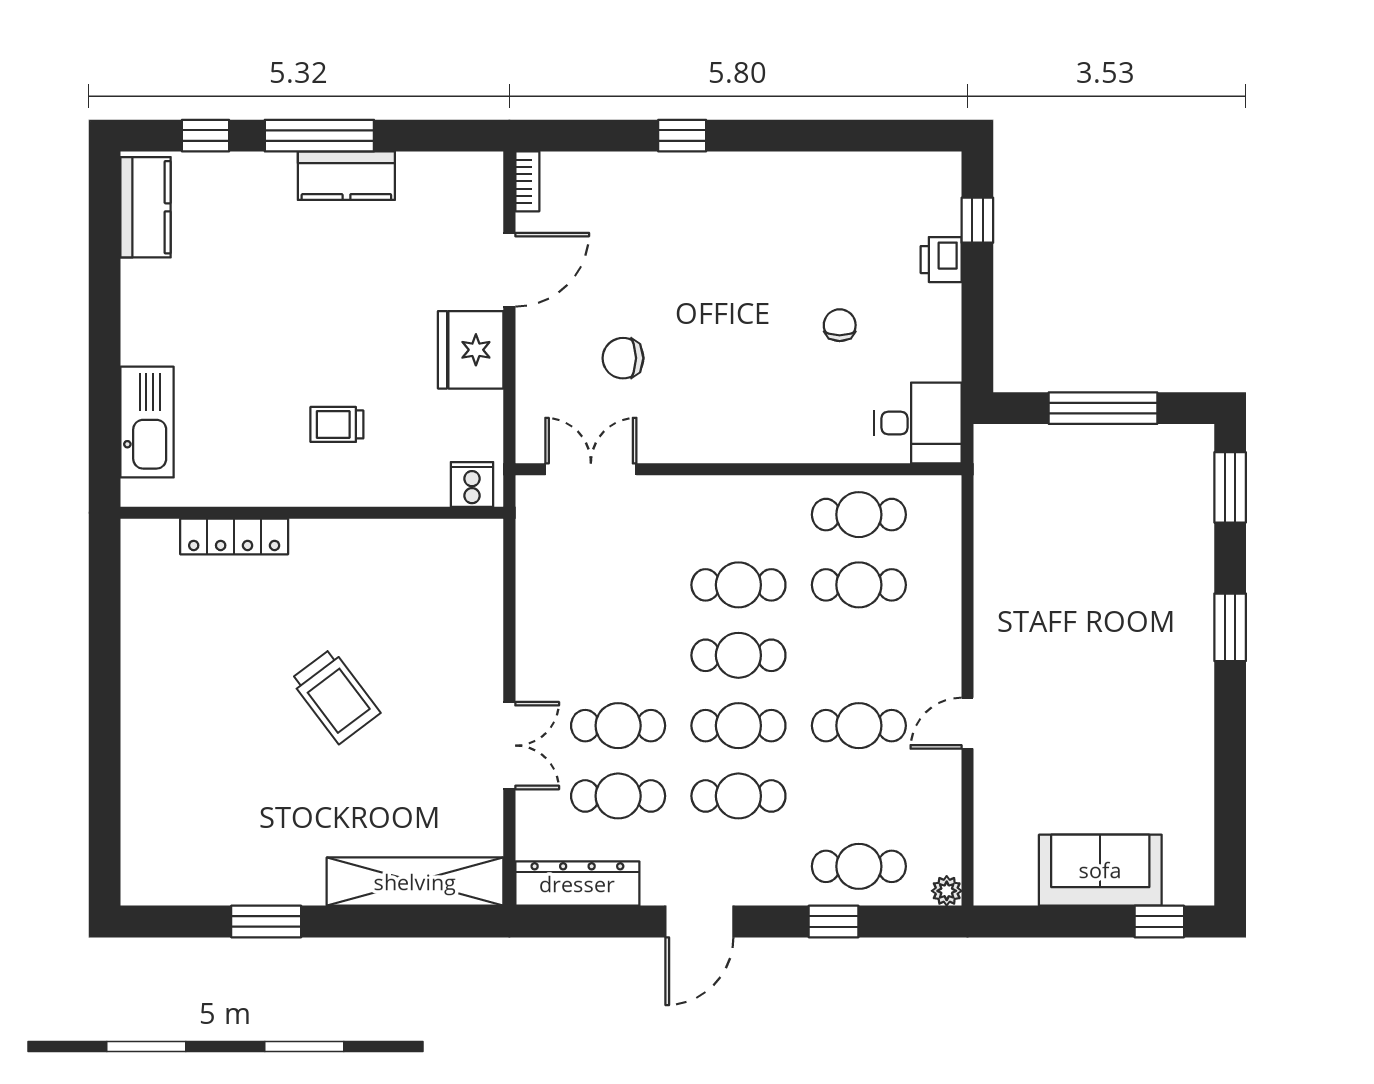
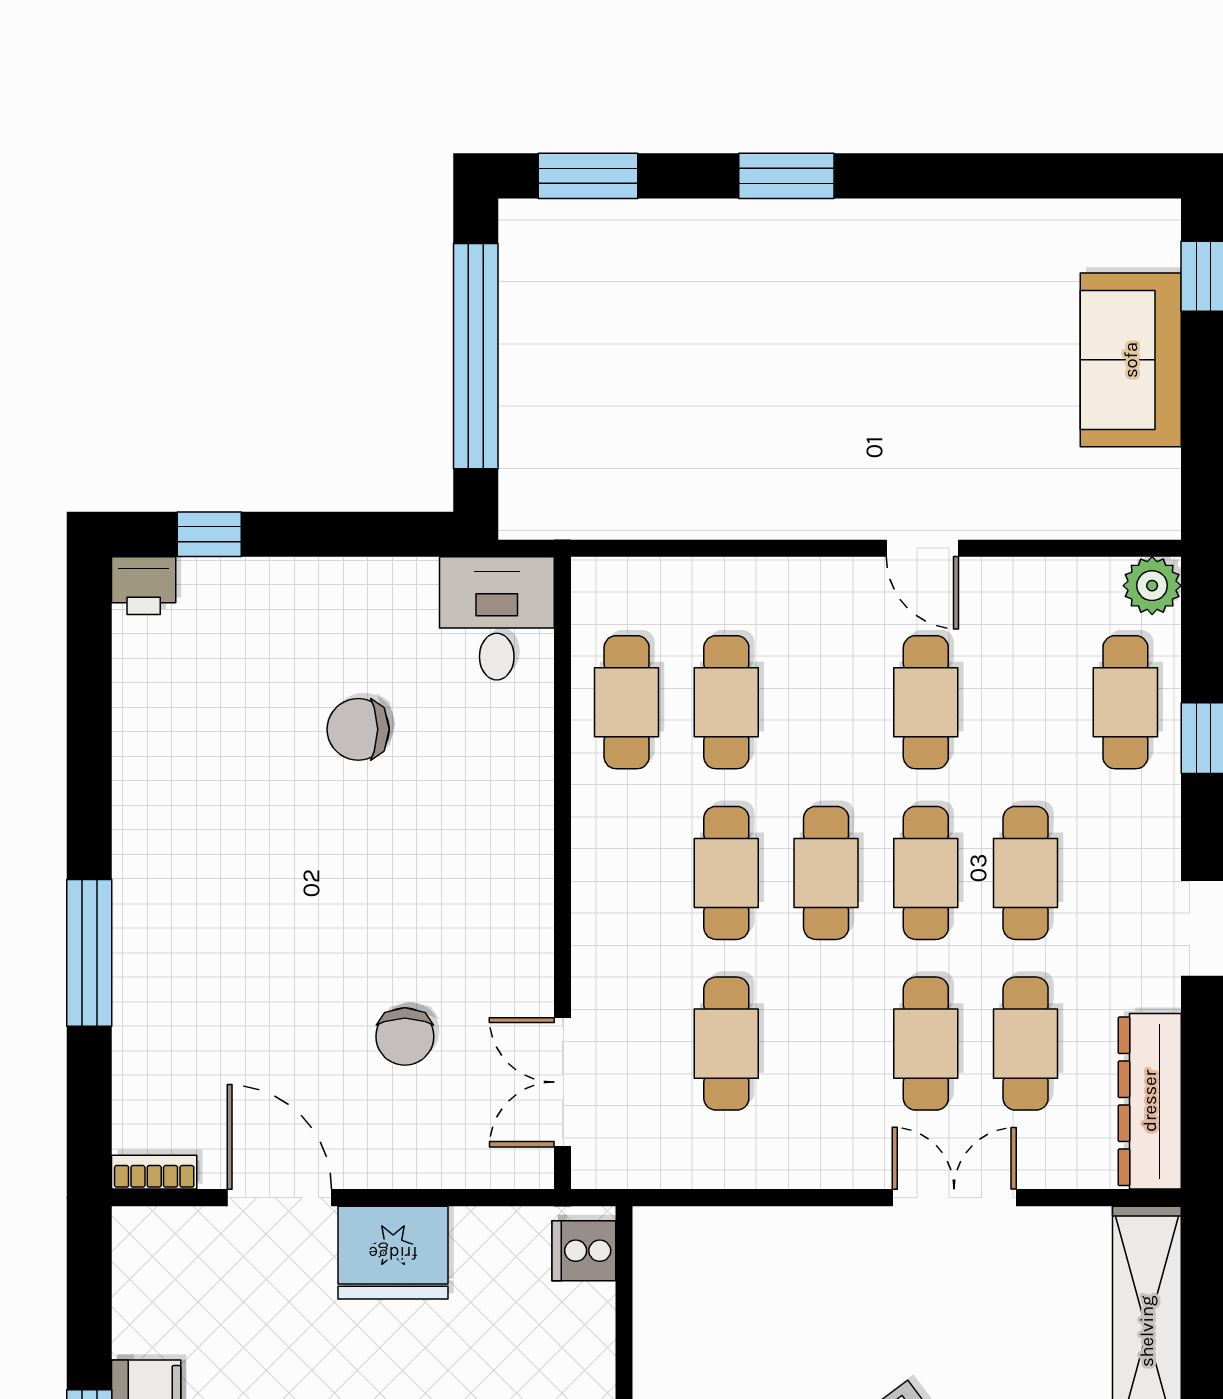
window: (682, 136) -> (89, 953), width x2.17
printer: (941, 260) -> (144, 586), moved
chair: (840, 325) -> (358, 729), width x1.37, depth x1.37
window: (1103, 408) -> (476, 356), width x1.46
cafe table: (618, 585) -> (726, 1044), added
plant: (947, 891) -> (1152, 586), width x1.38, depth x1.38

